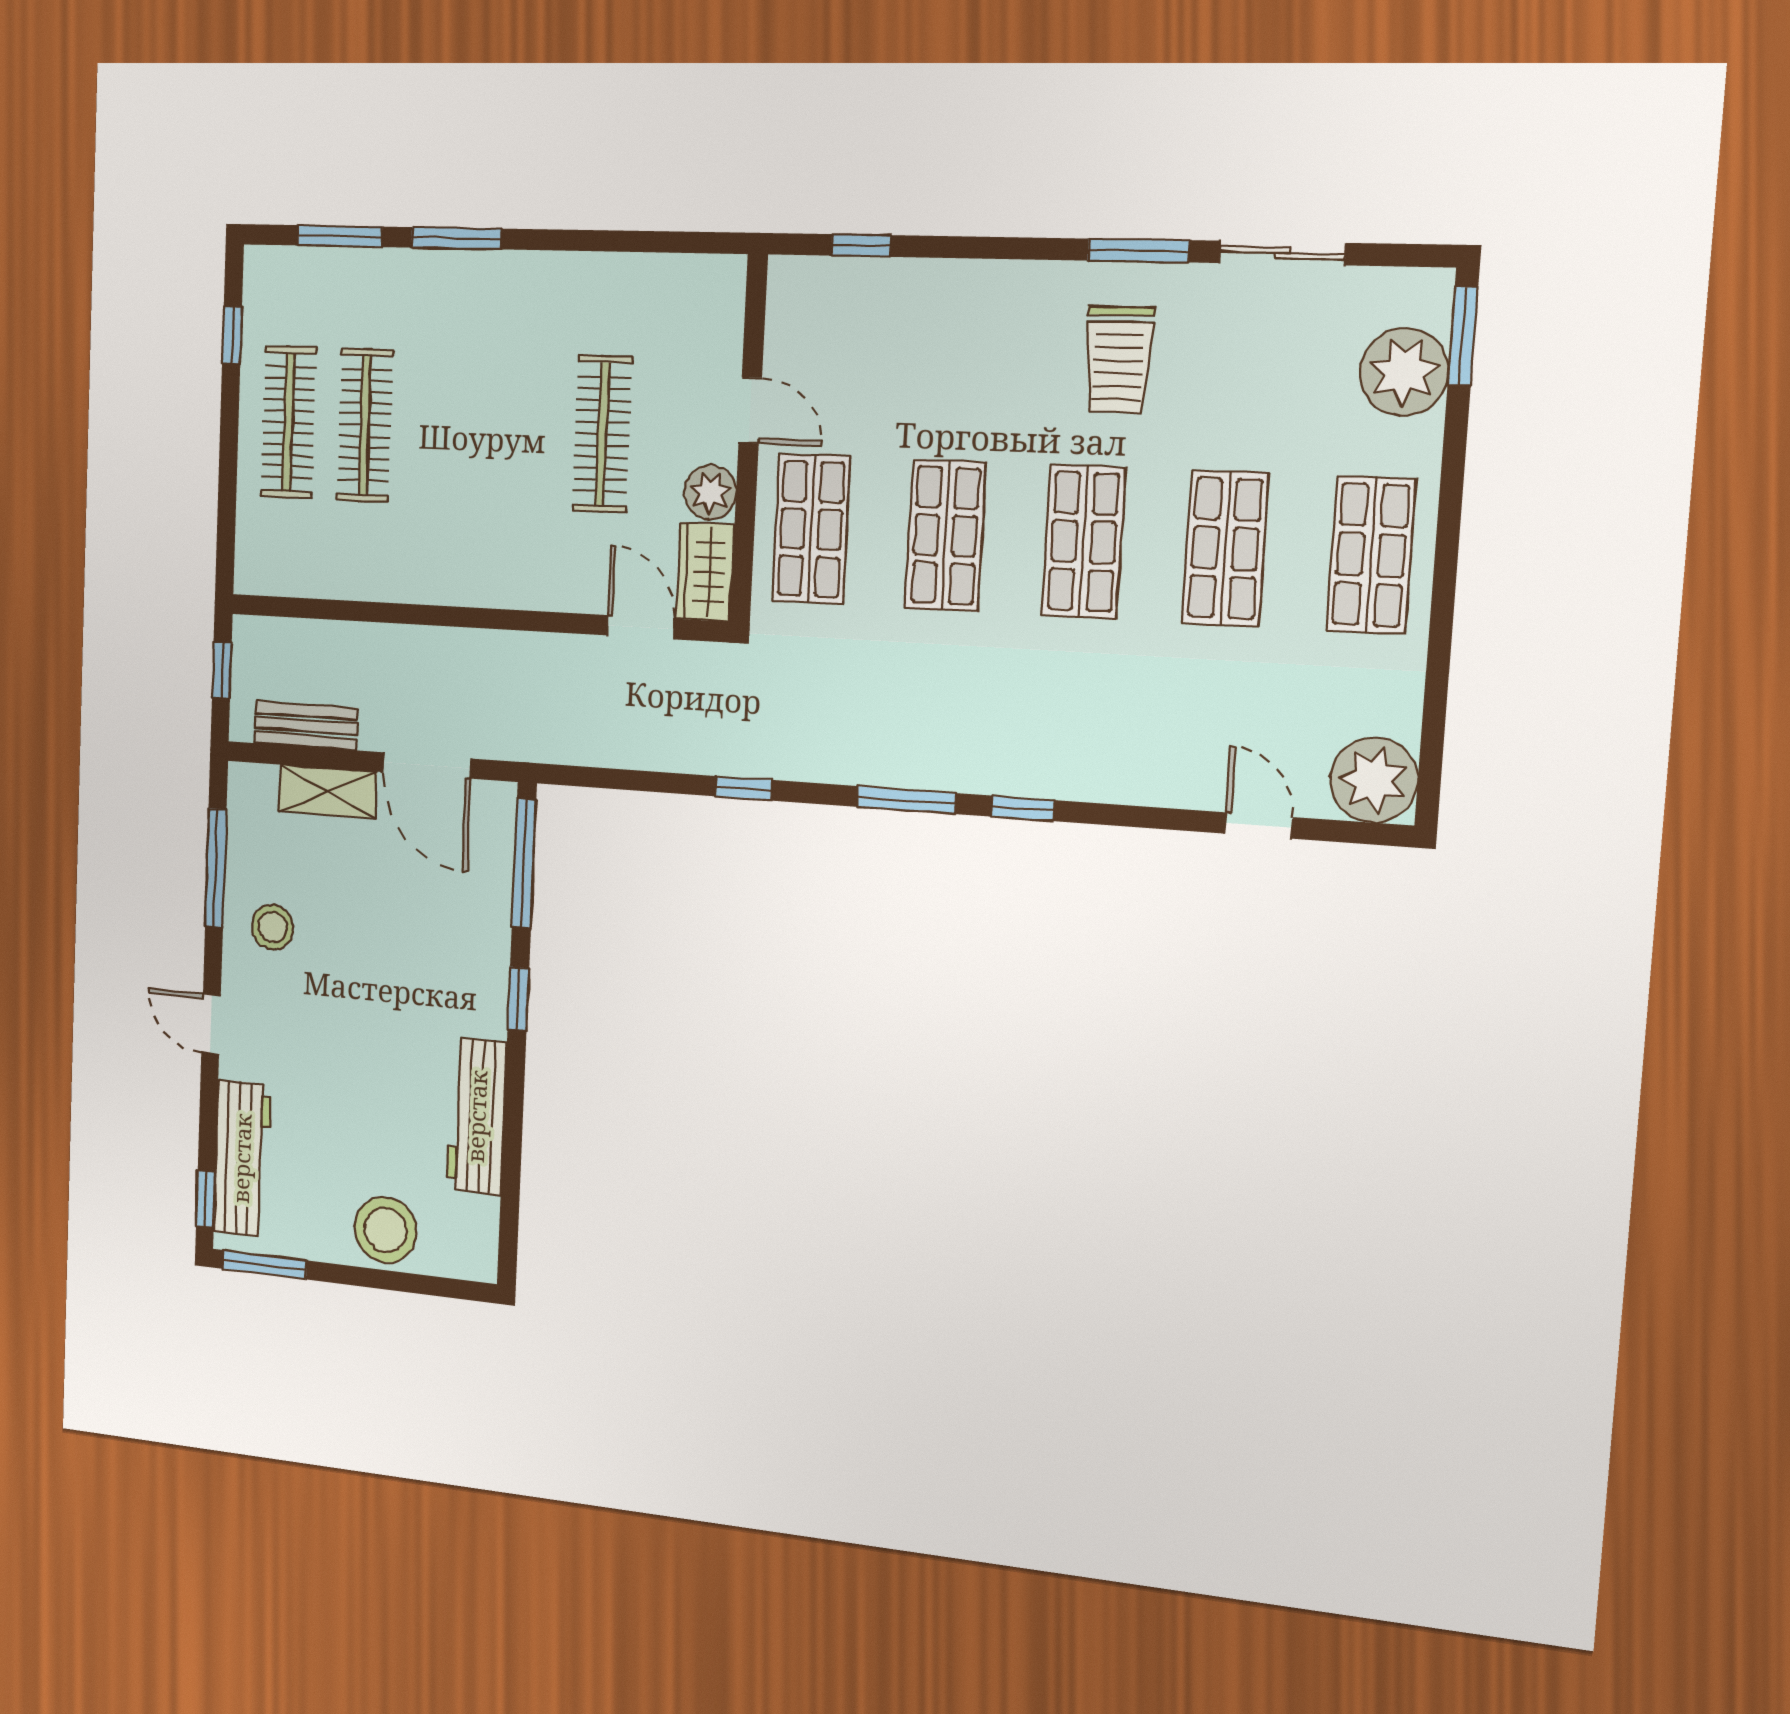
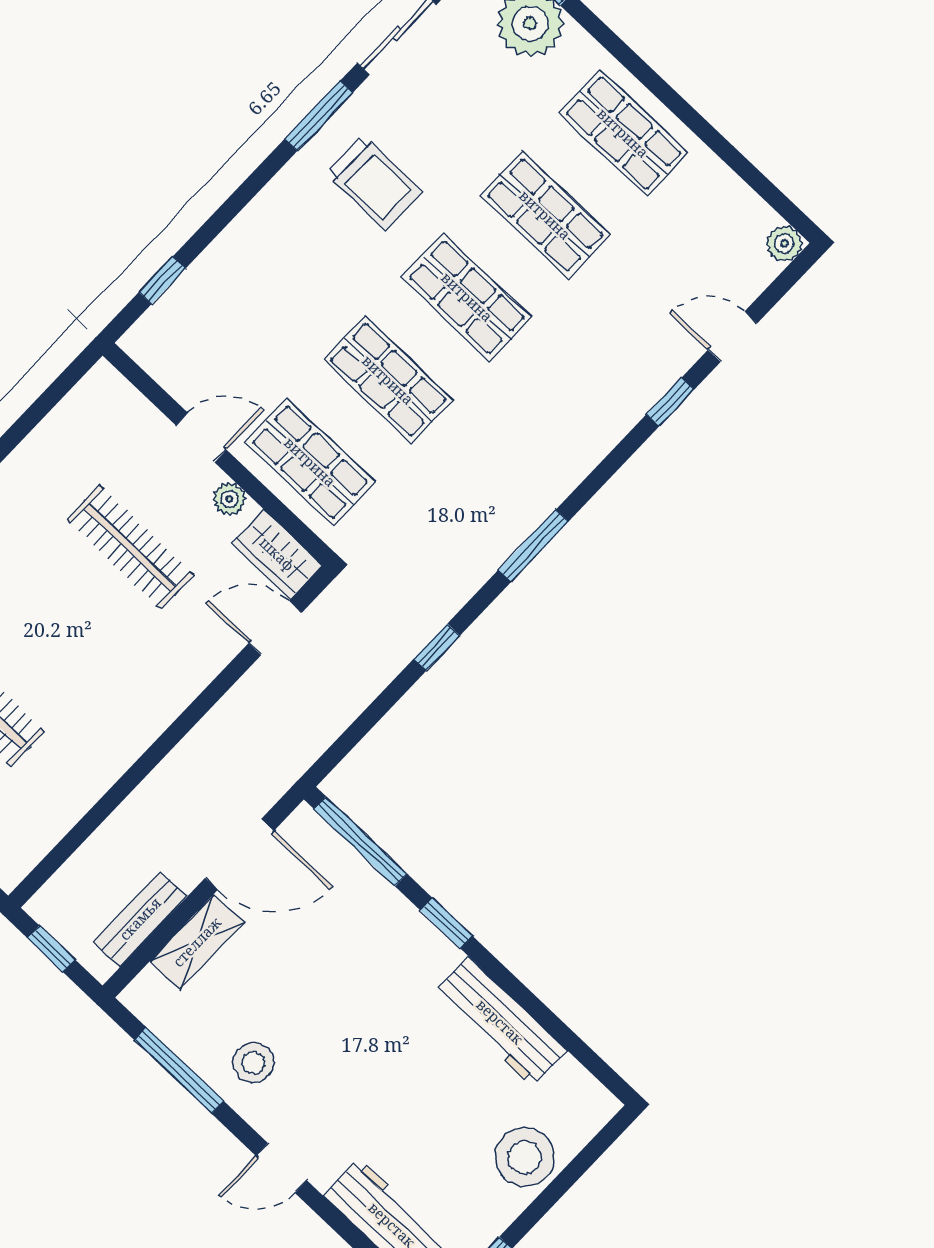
plant: (710, 492) -> (229, 499), width x0.73, depth x0.73
plant: (1374, 780) -> (784, 244), width x0.53, depth x0.53
window: (1023, 808) -> (670, 402), moved

